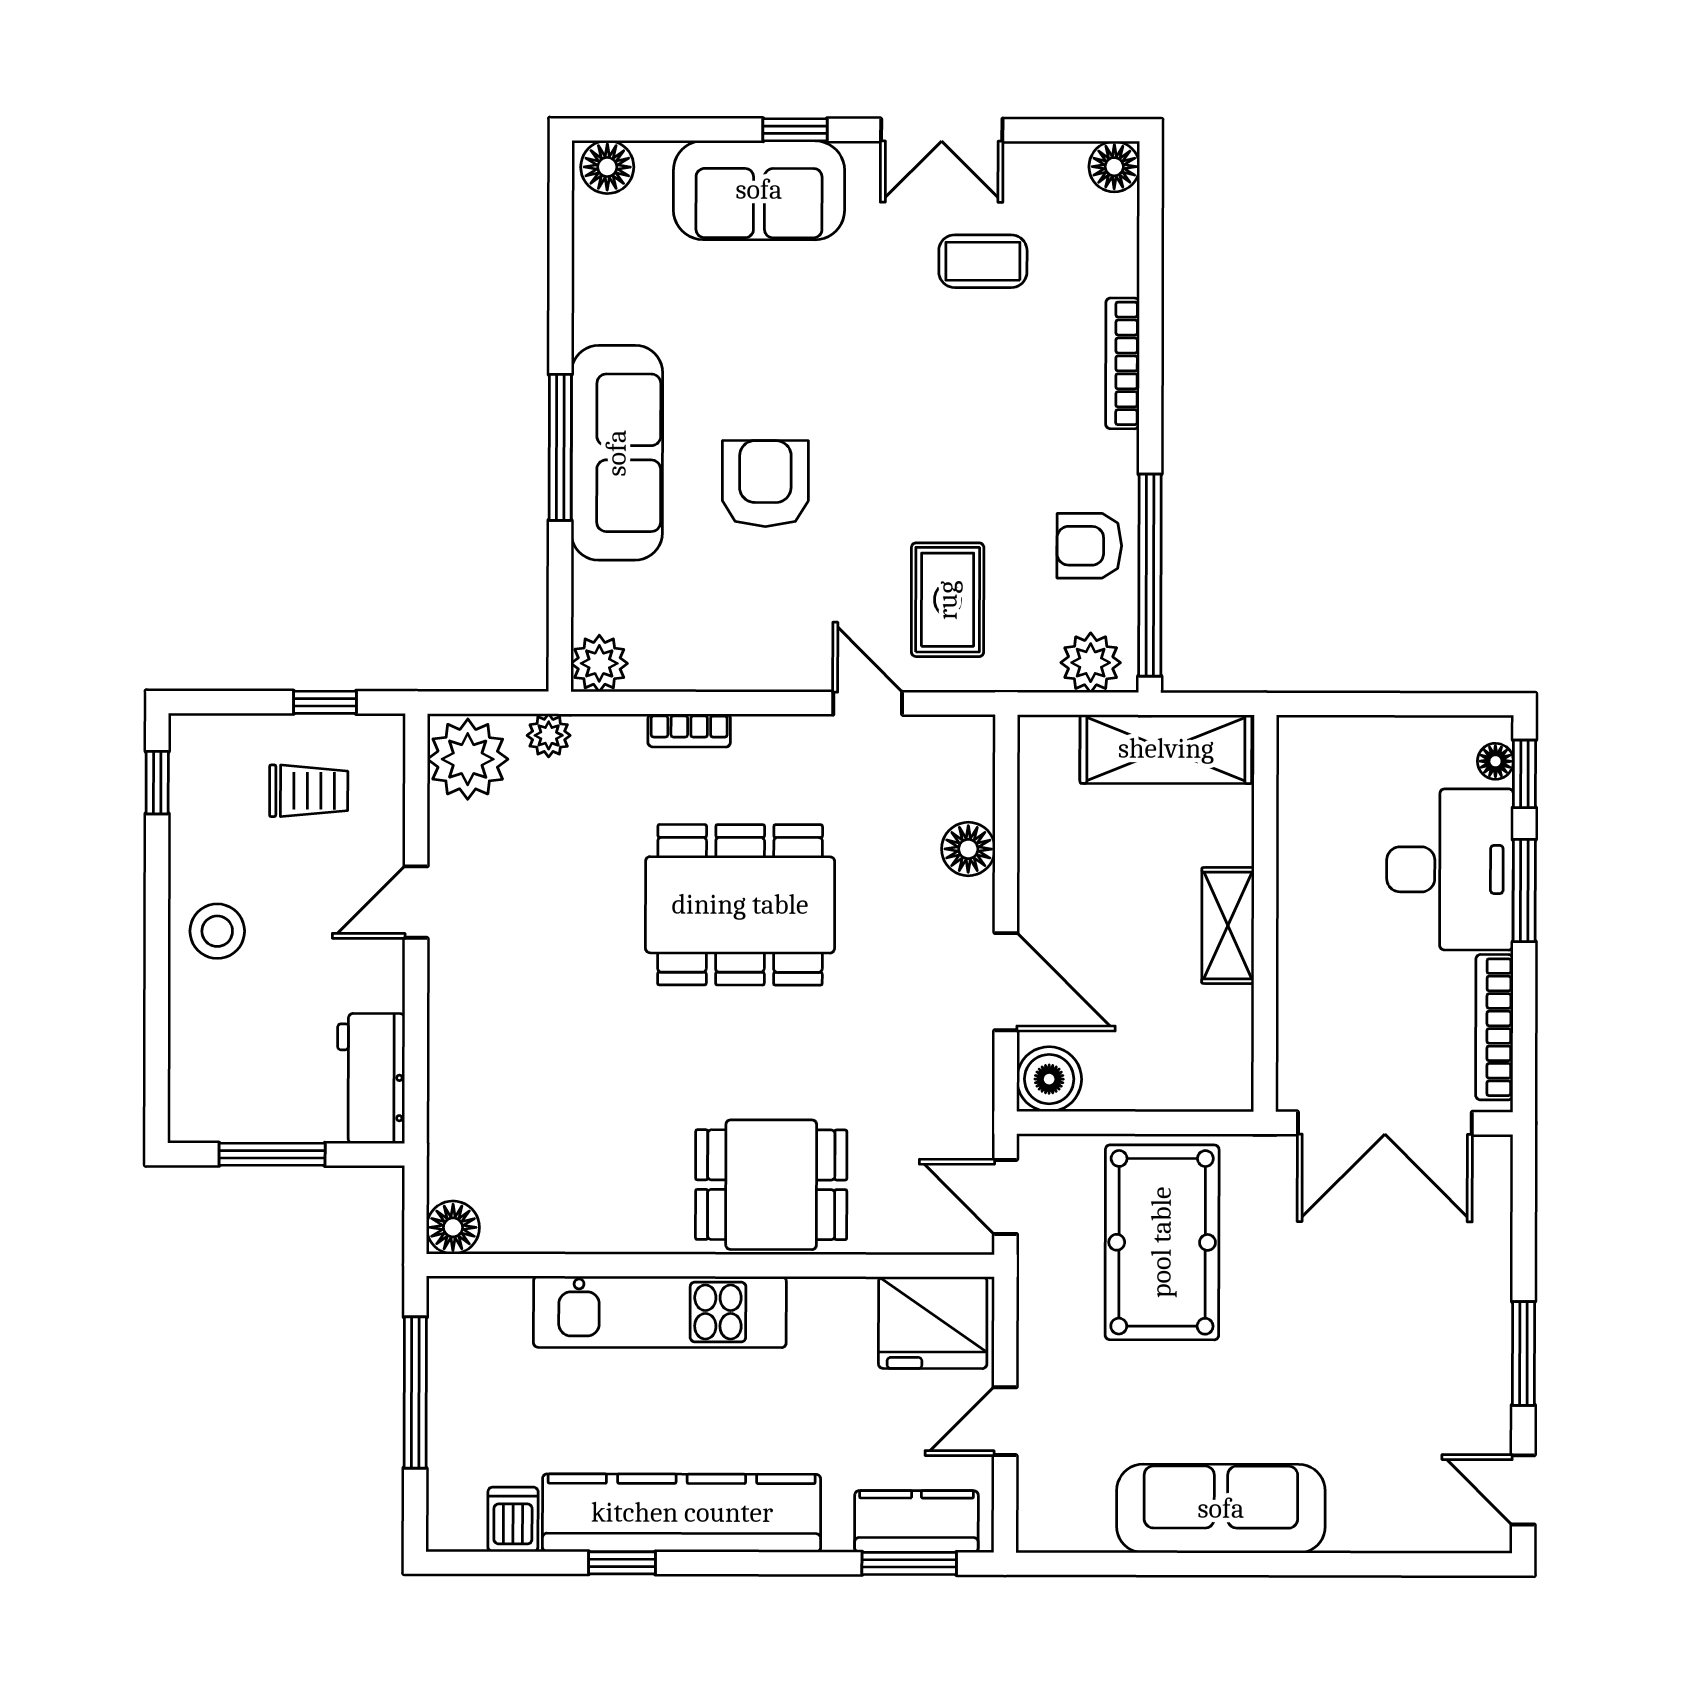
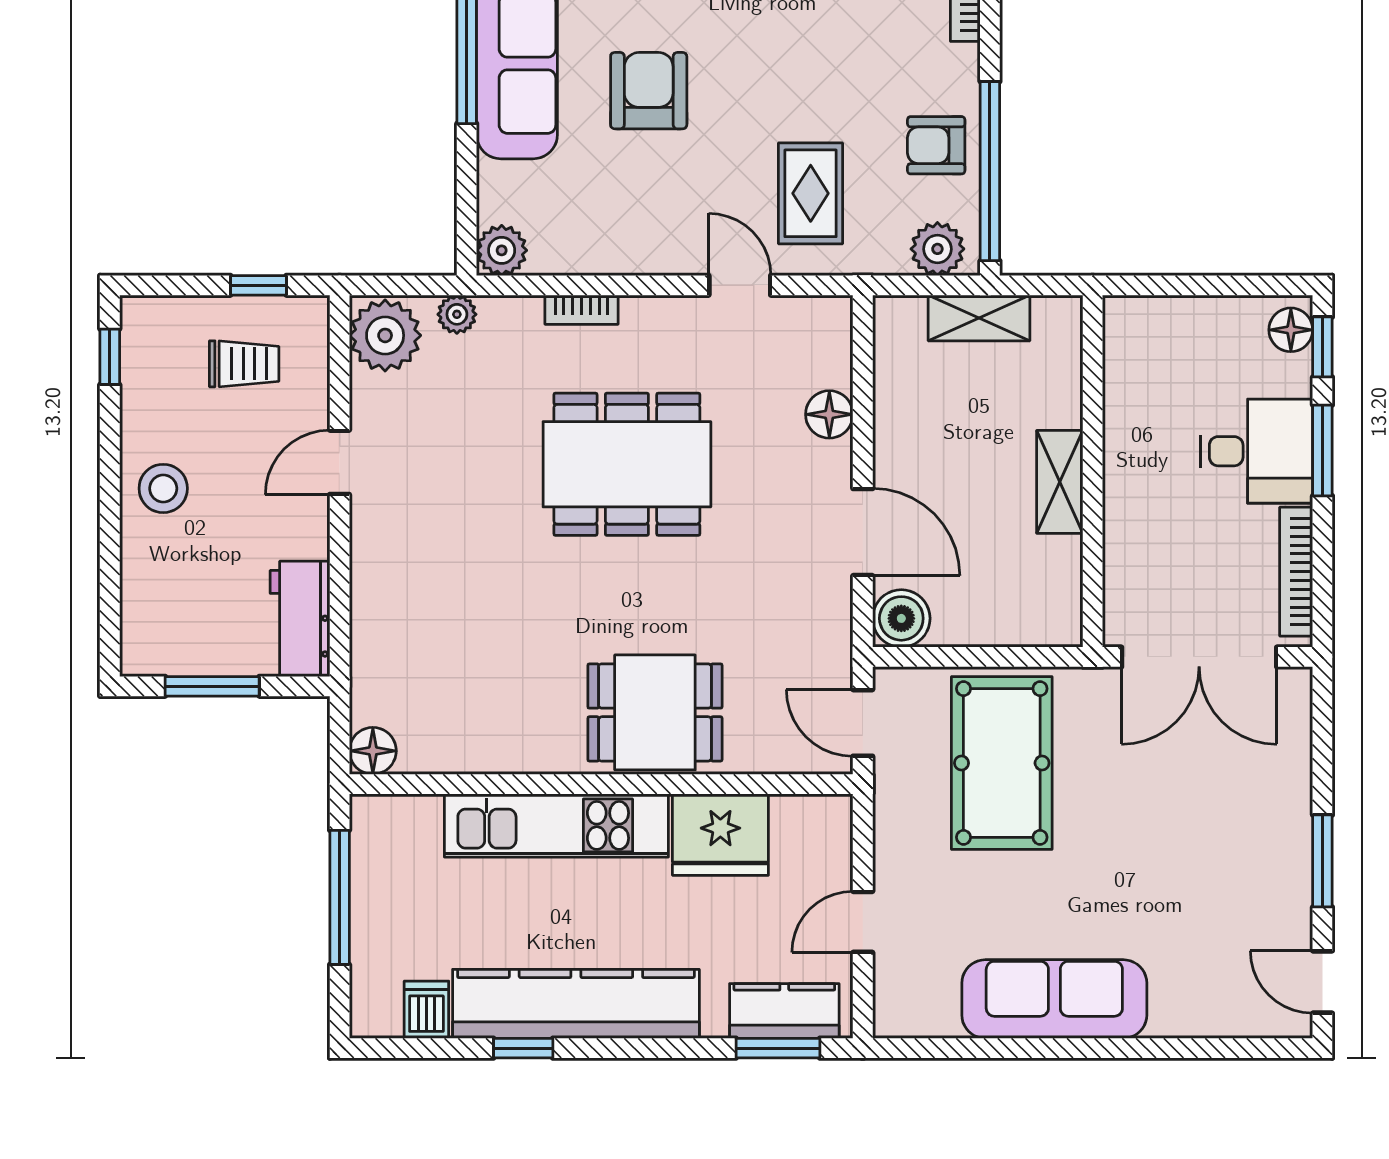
shelving: (1166, 749) -> (979, 318), width x0.67, depth x0.75
floor lamp: (1495, 761) -> (1291, 330), width x1.37, depth x1.37
desk: (1450, 869) -> (1256, 451), width x0.73
fridge: (933, 1323) -> (720, 835), moved

